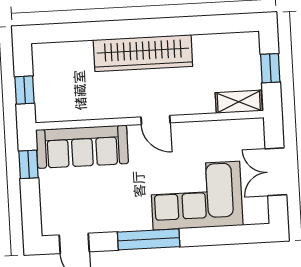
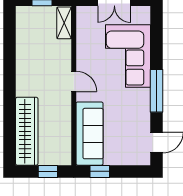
wardrobe: (143, 53) -> (27, 131), moved
door: (156, 120) -> (74, 81), hinge flipped

